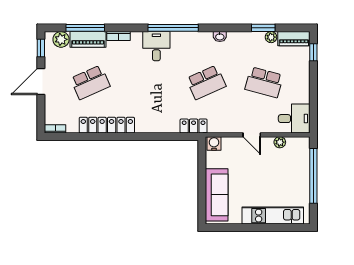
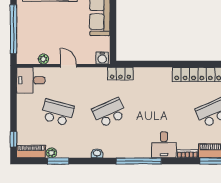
desk: (156, 46) -> (164, 145), moved

